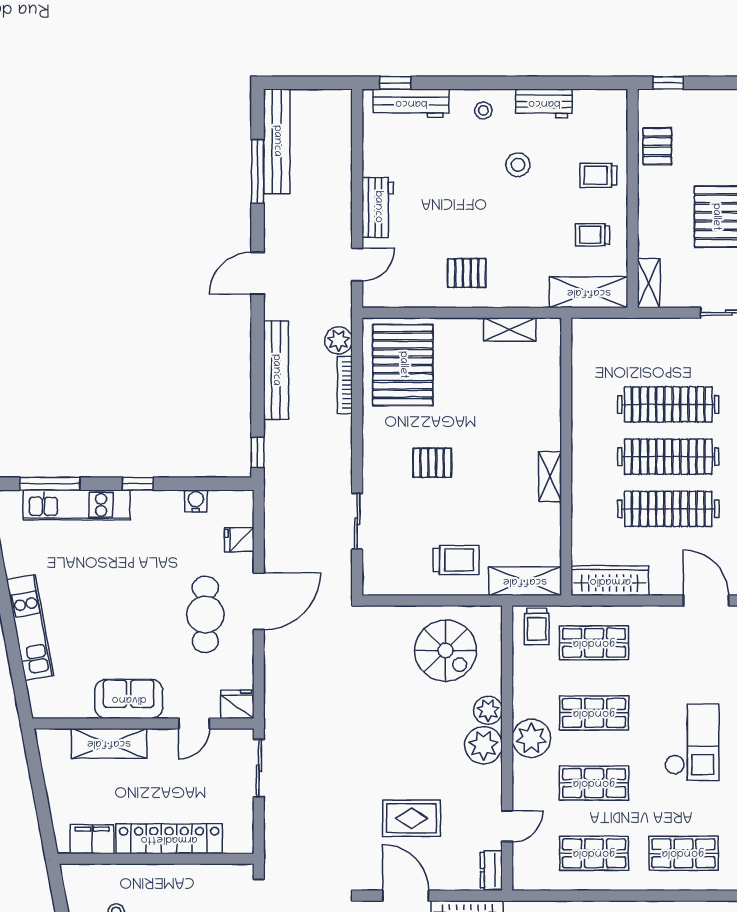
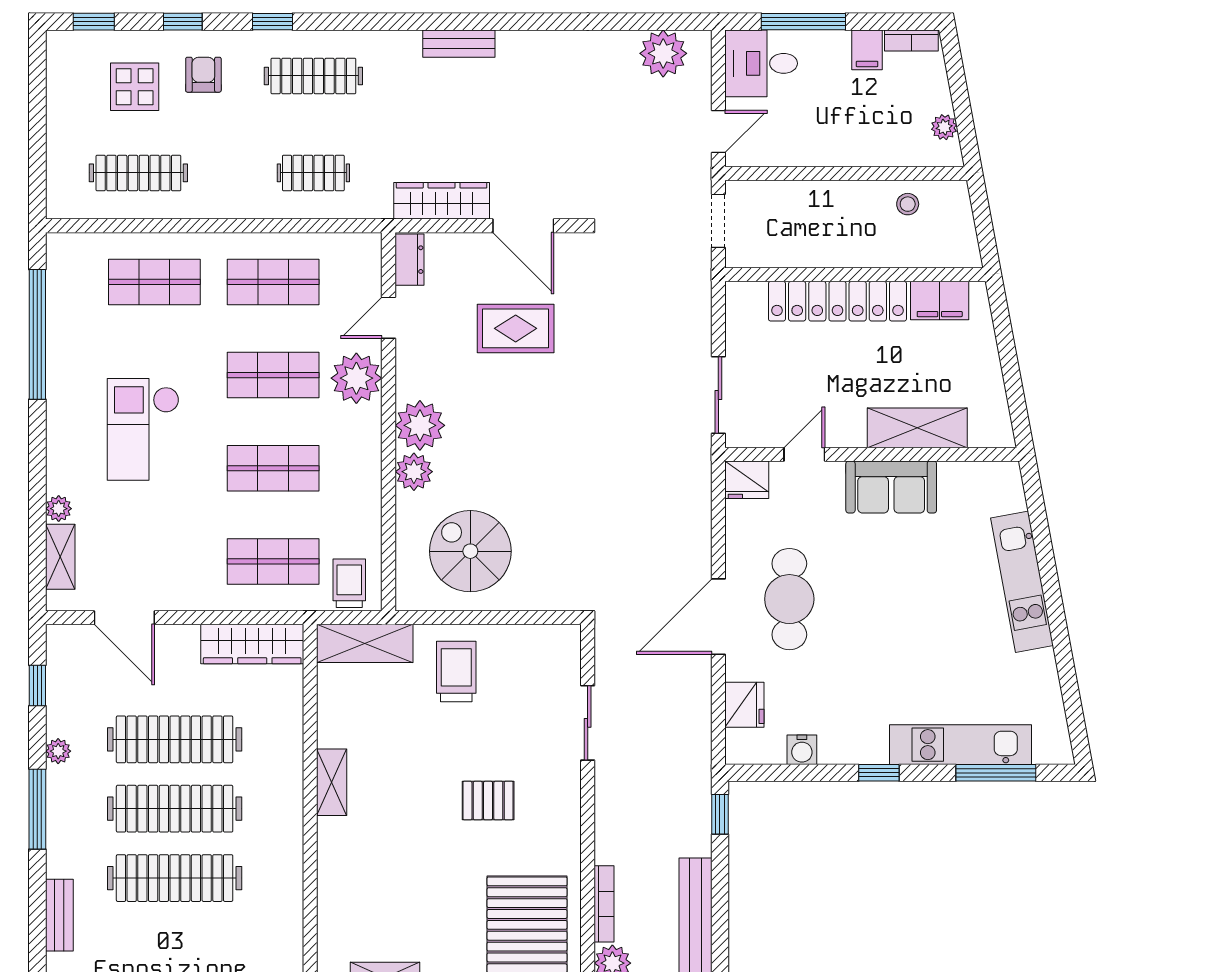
fridge: (239, 540) -> (744, 705), width x1.38
trolley: (456, 560) -> (456, 672), turned 90
plant: (531, 738) -> (356, 378), moved

